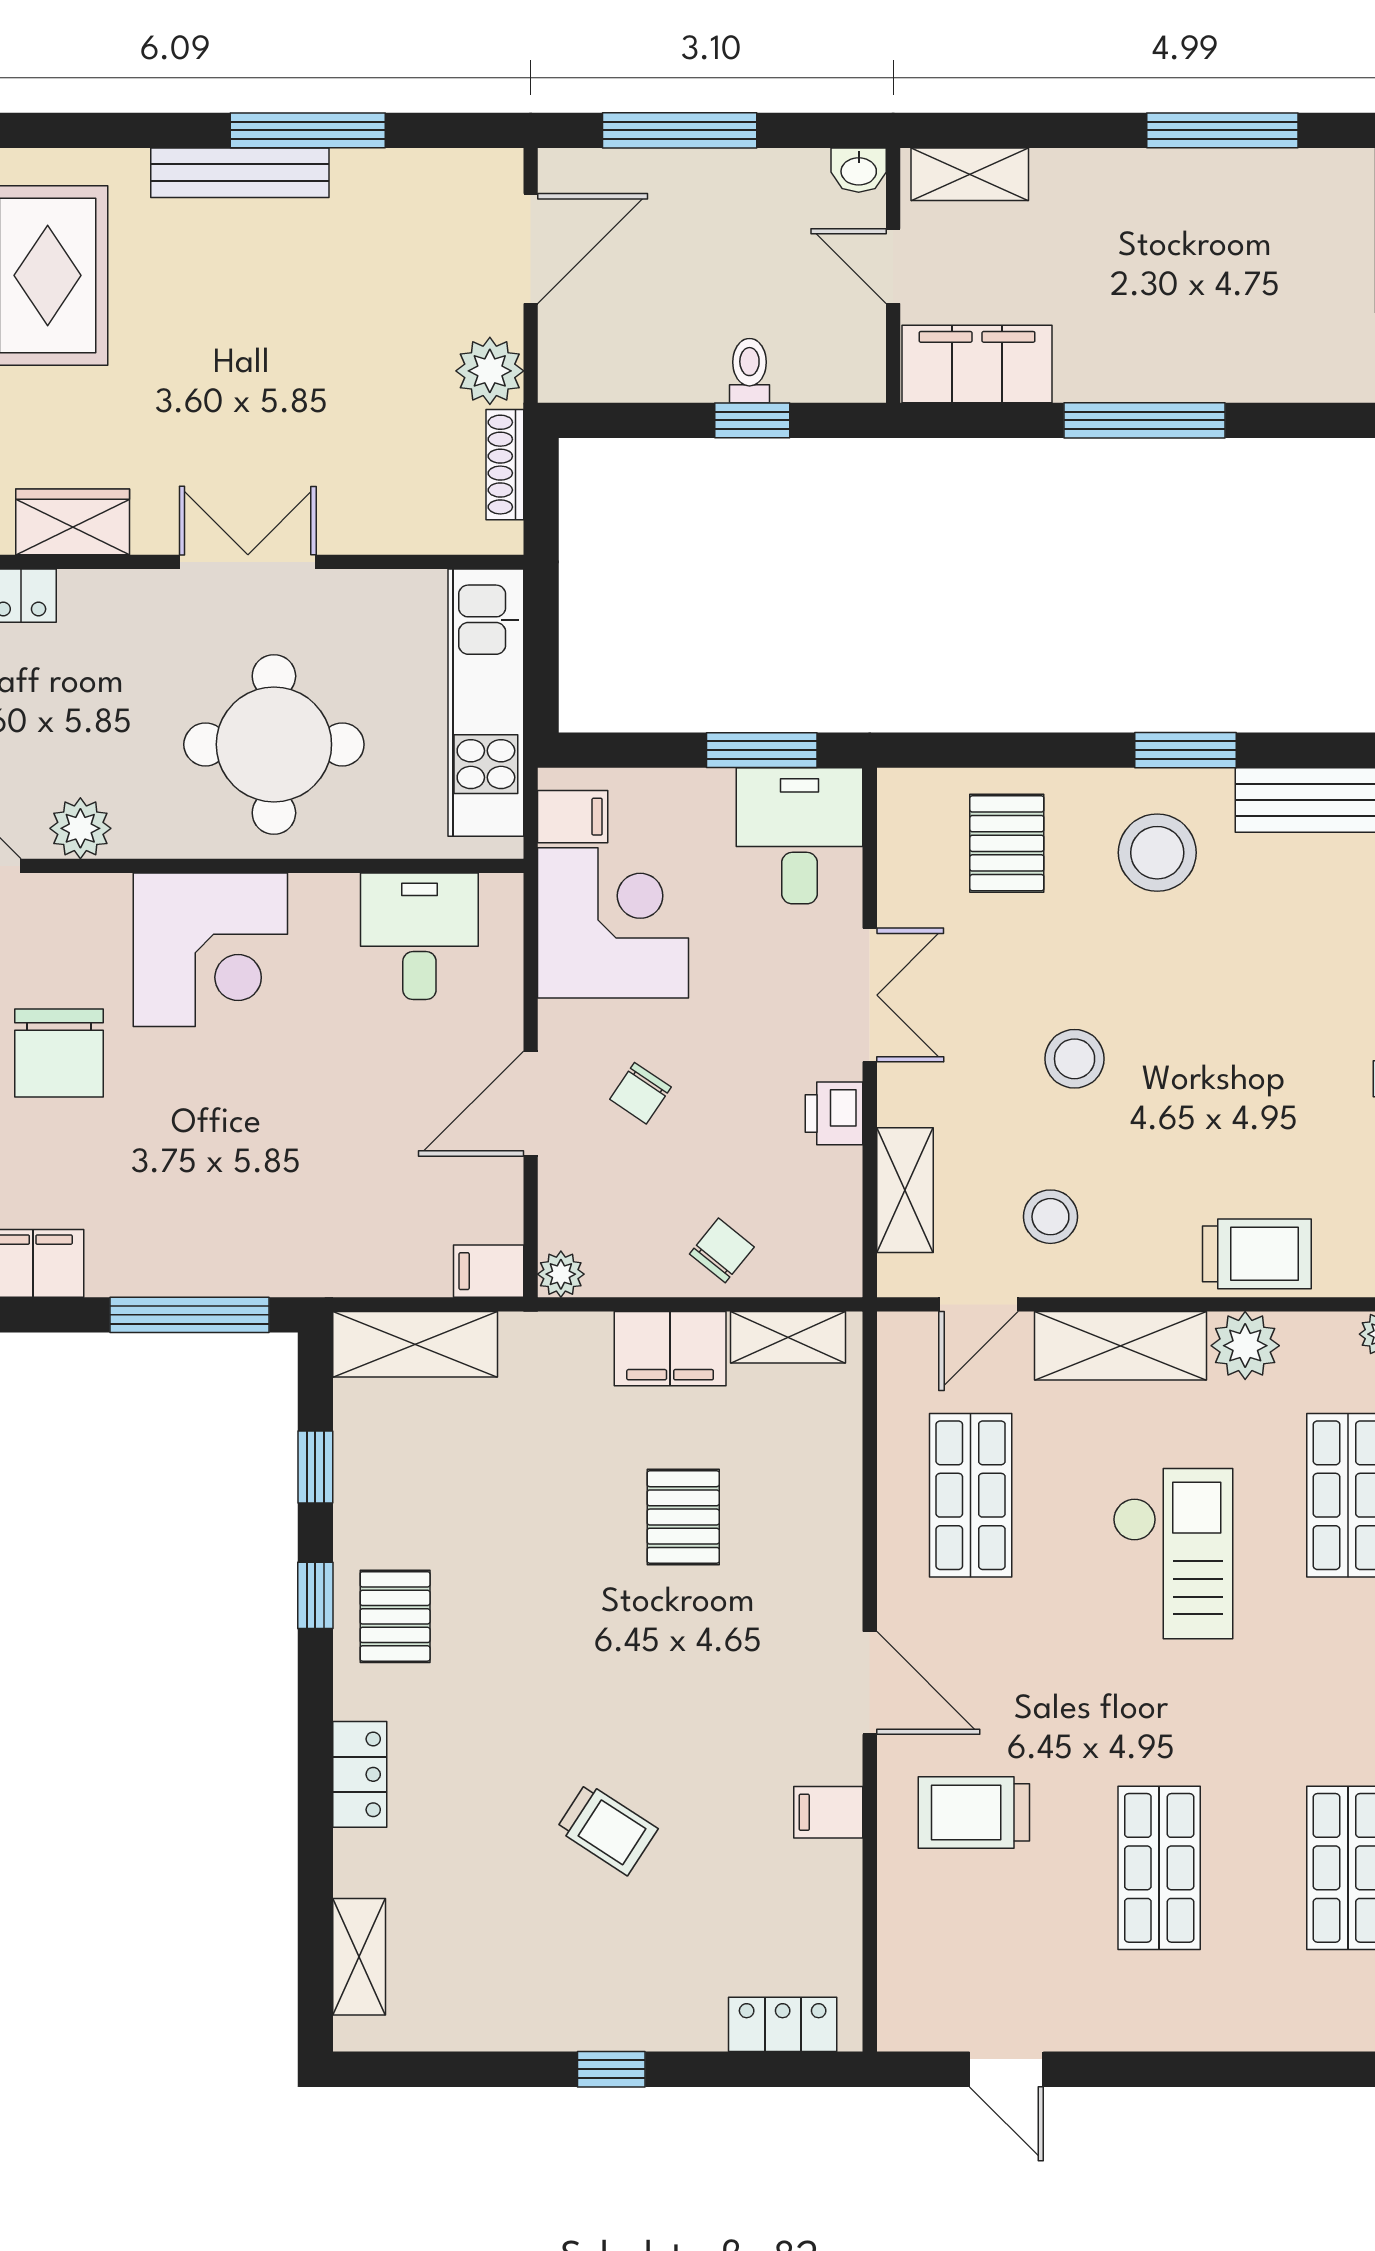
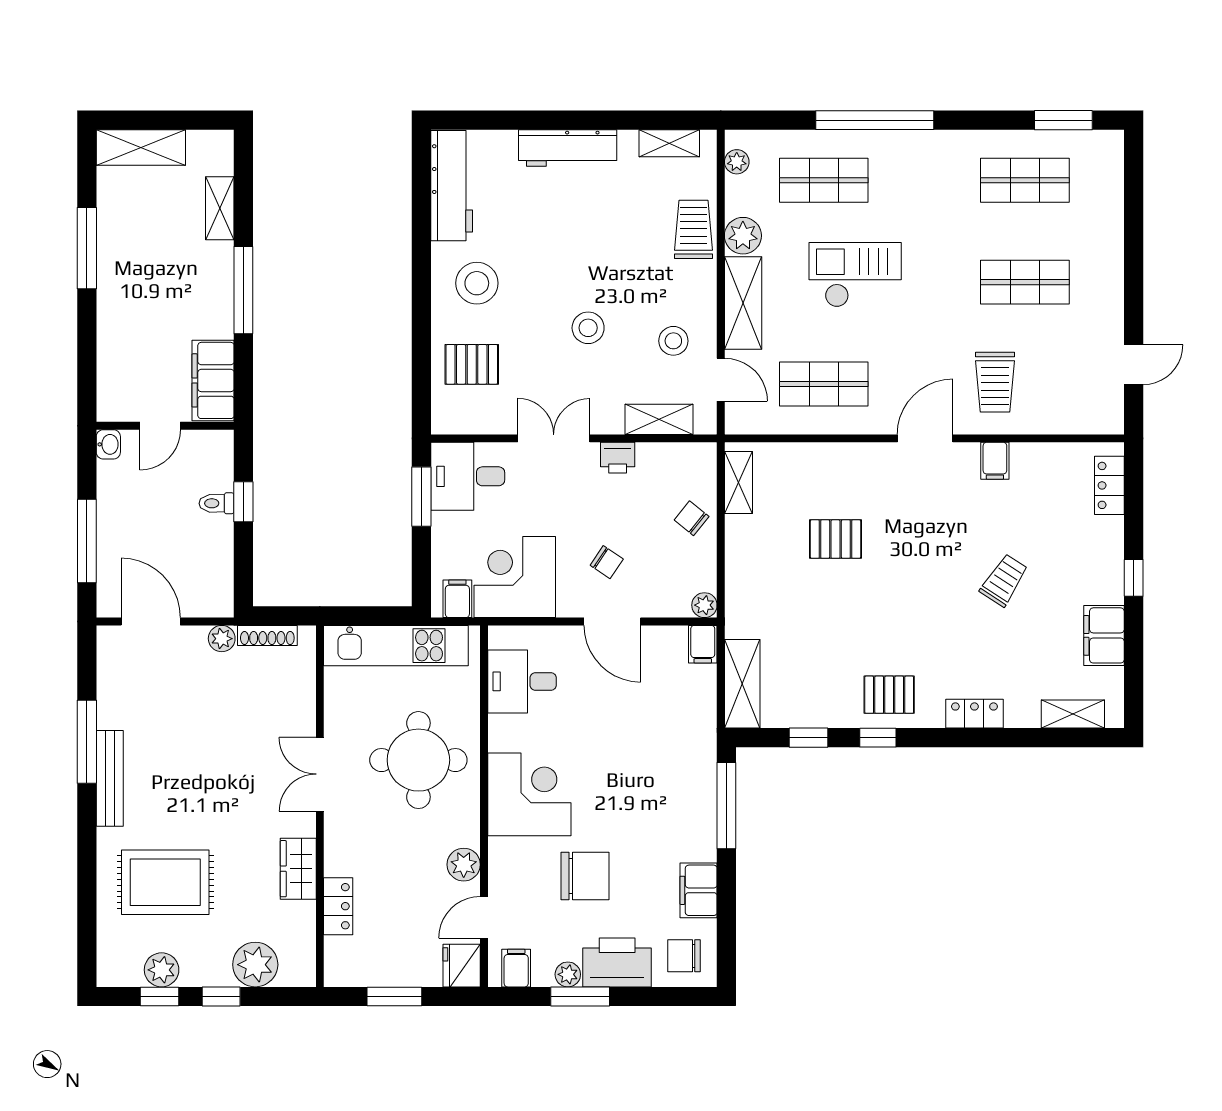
shelving: (970, 174) -> (220, 208), moved
plant: (490, 371) -> (222, 639), width x0.73, depth x0.73
window: (1185, 750) -> (421, 268), removed
filing cabinet: (670, 1349) -> (1104, 635), moved, turned 180

